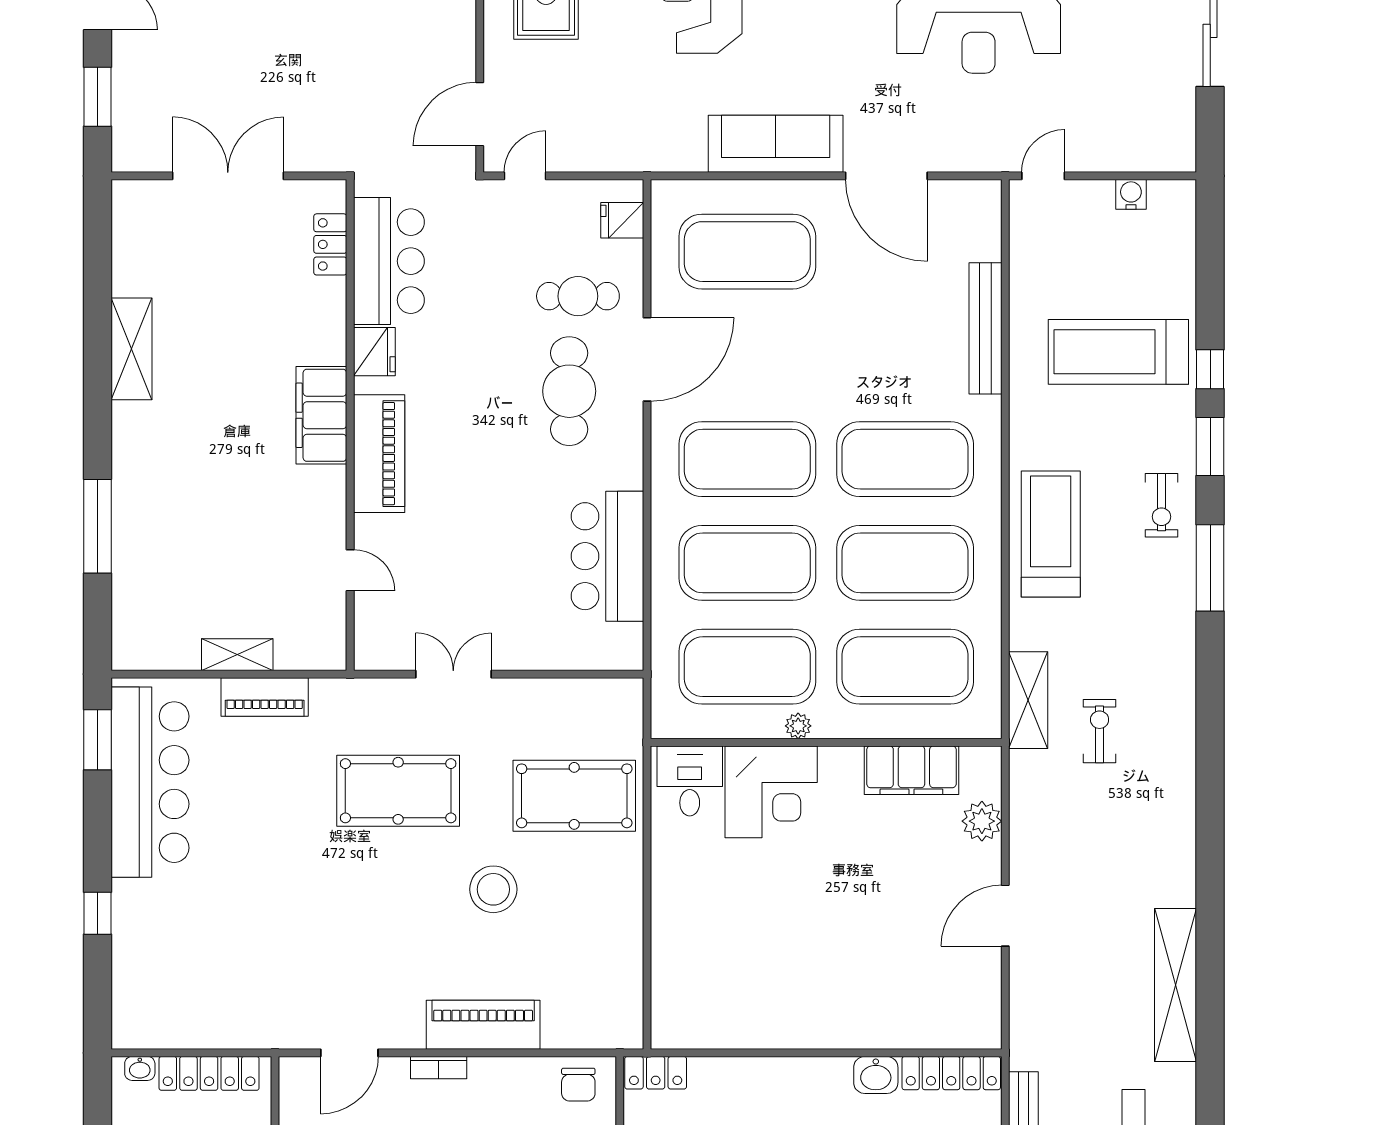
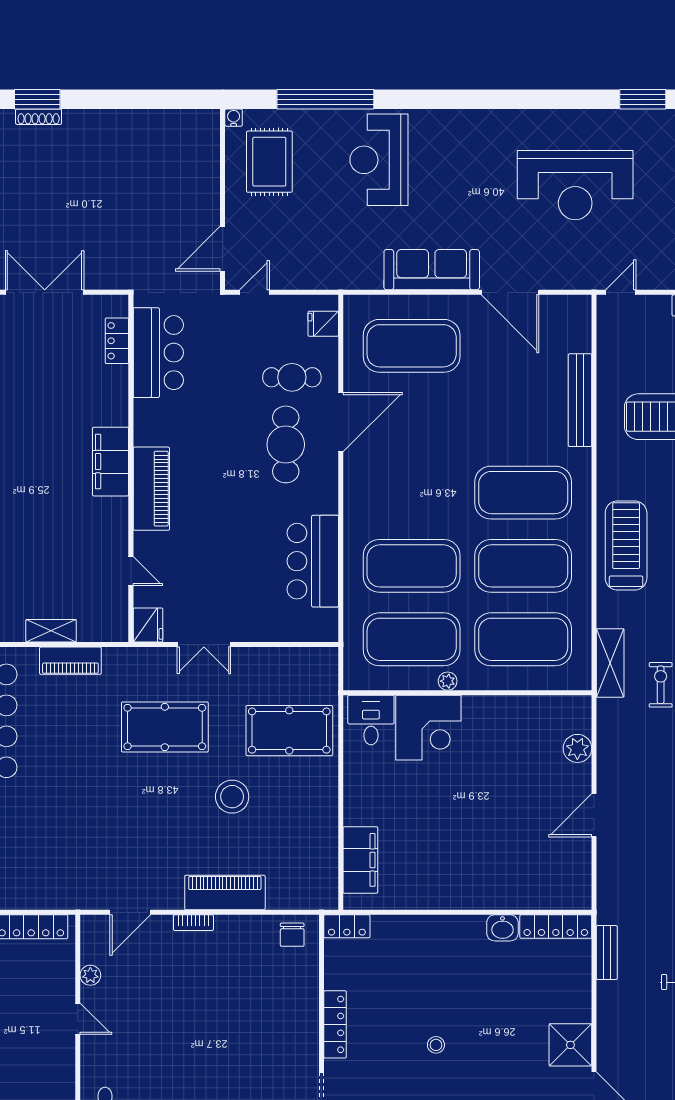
fridge: (374, 352) -> (148, 625), moved
exercise mat: (747, 459) -> (412, 493), removed
double door: (453, 674) -> (204, 645), swing flipped
filing cabinet: (911, 770) -> (360, 860), moved, turned -90

